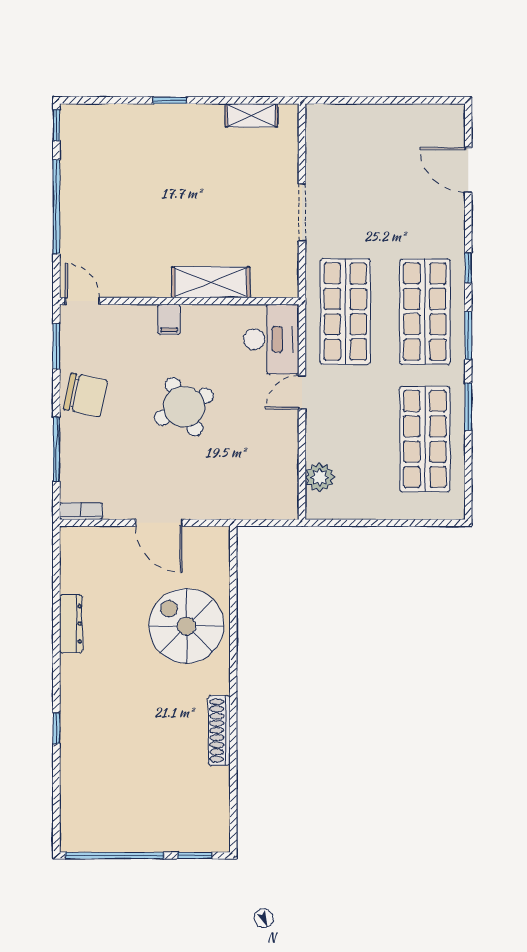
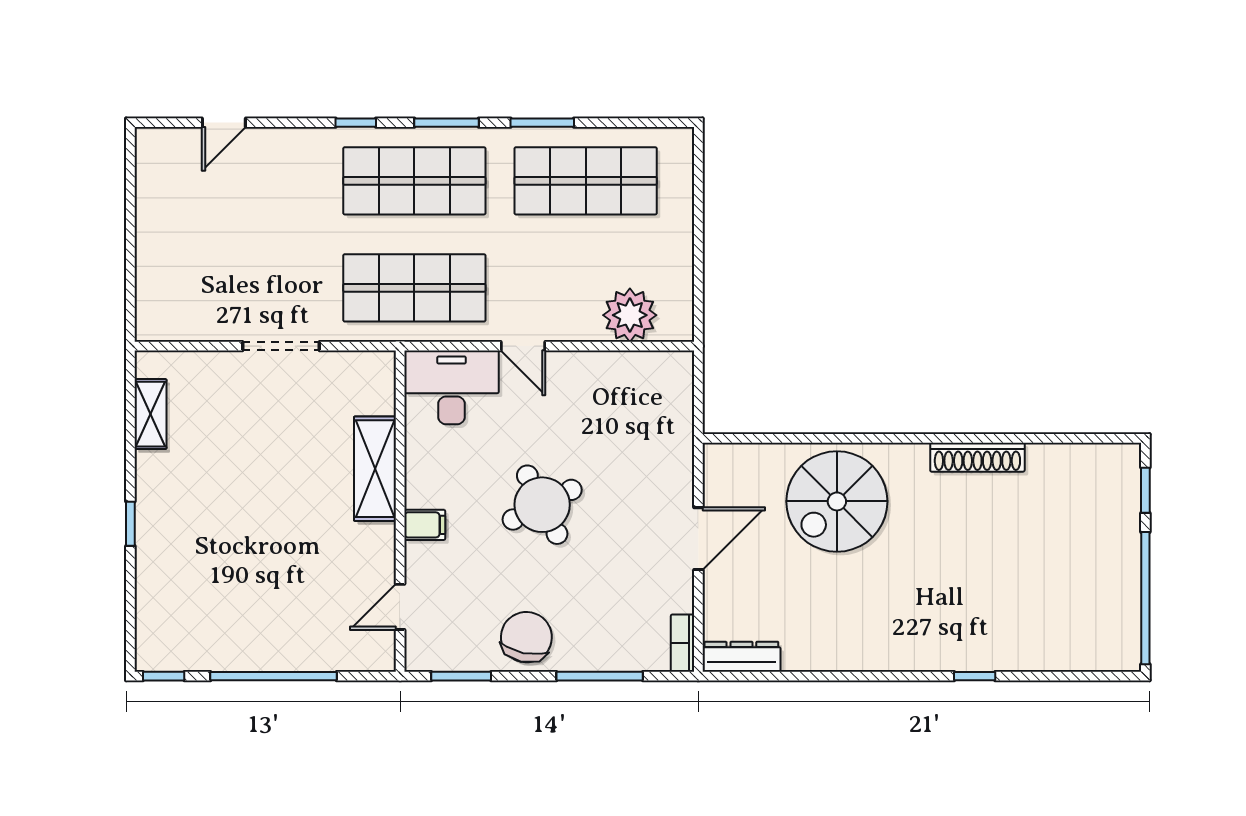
door: (468, 170) -> (224, 123), width x0.73
door: (82, 301) -> (400, 607), moved
plant: (320, 477) -> (630, 315), width x1.36, depth x1.36
dresser: (71, 624) -> (741, 657), moved

